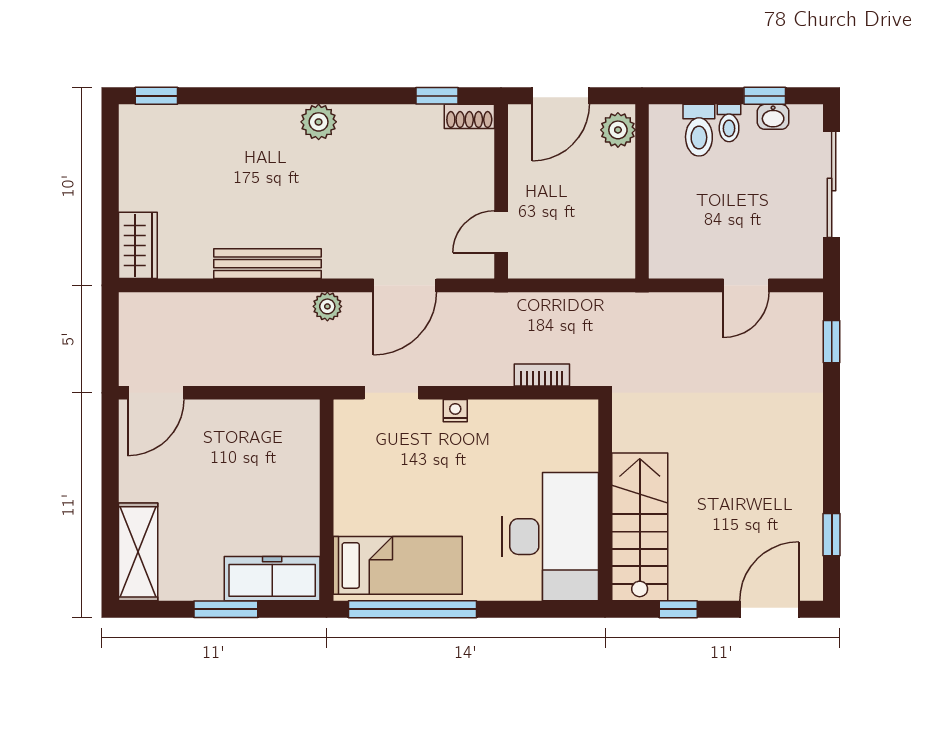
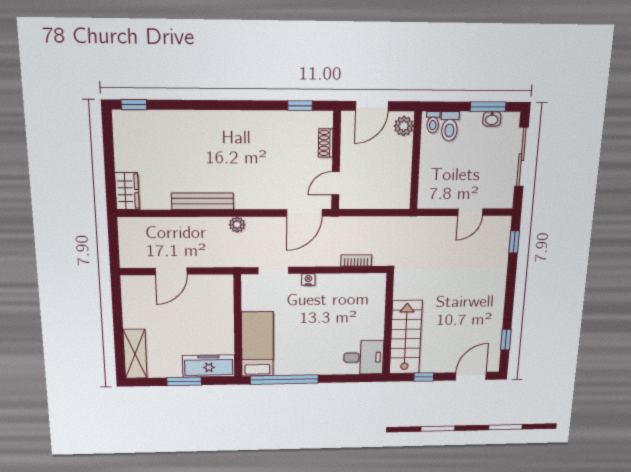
window: (765, 96) -> (488, 107), width x1.50
shoe rack: (469, 116) -> (326, 143), moved, turned 90
plant: (319, 122) -> (231, 121), removed
toilet: (729, 123) -> (433, 122), moved
door: (405, 285) -> (304, 213), moved
door: (156, 393) -> (171, 271), moved
desk: (550, 537) -> (364, 357), width x0.53, depth x0.77
bed: (398, 565) -> (257, 344), moved, turned -90

